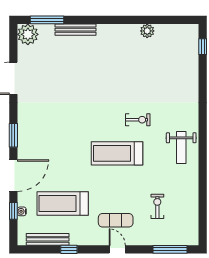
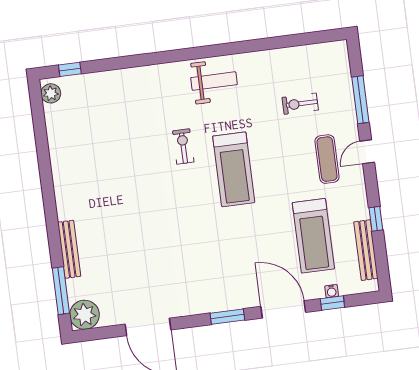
plant: (147, 31) -> (51, 93), moved
window: (170, 249) -> (360, 100), moved

